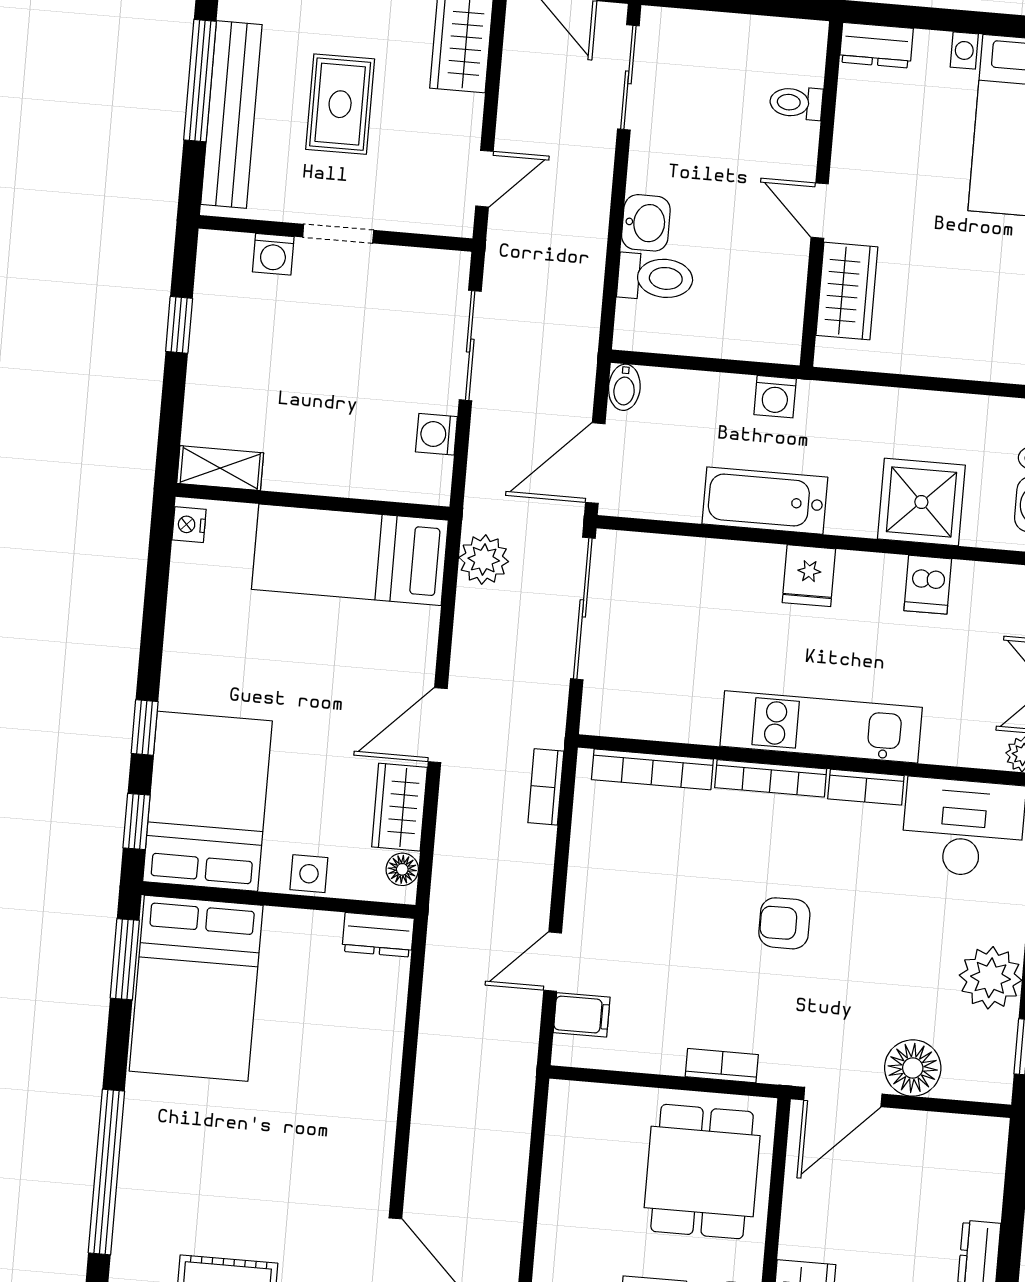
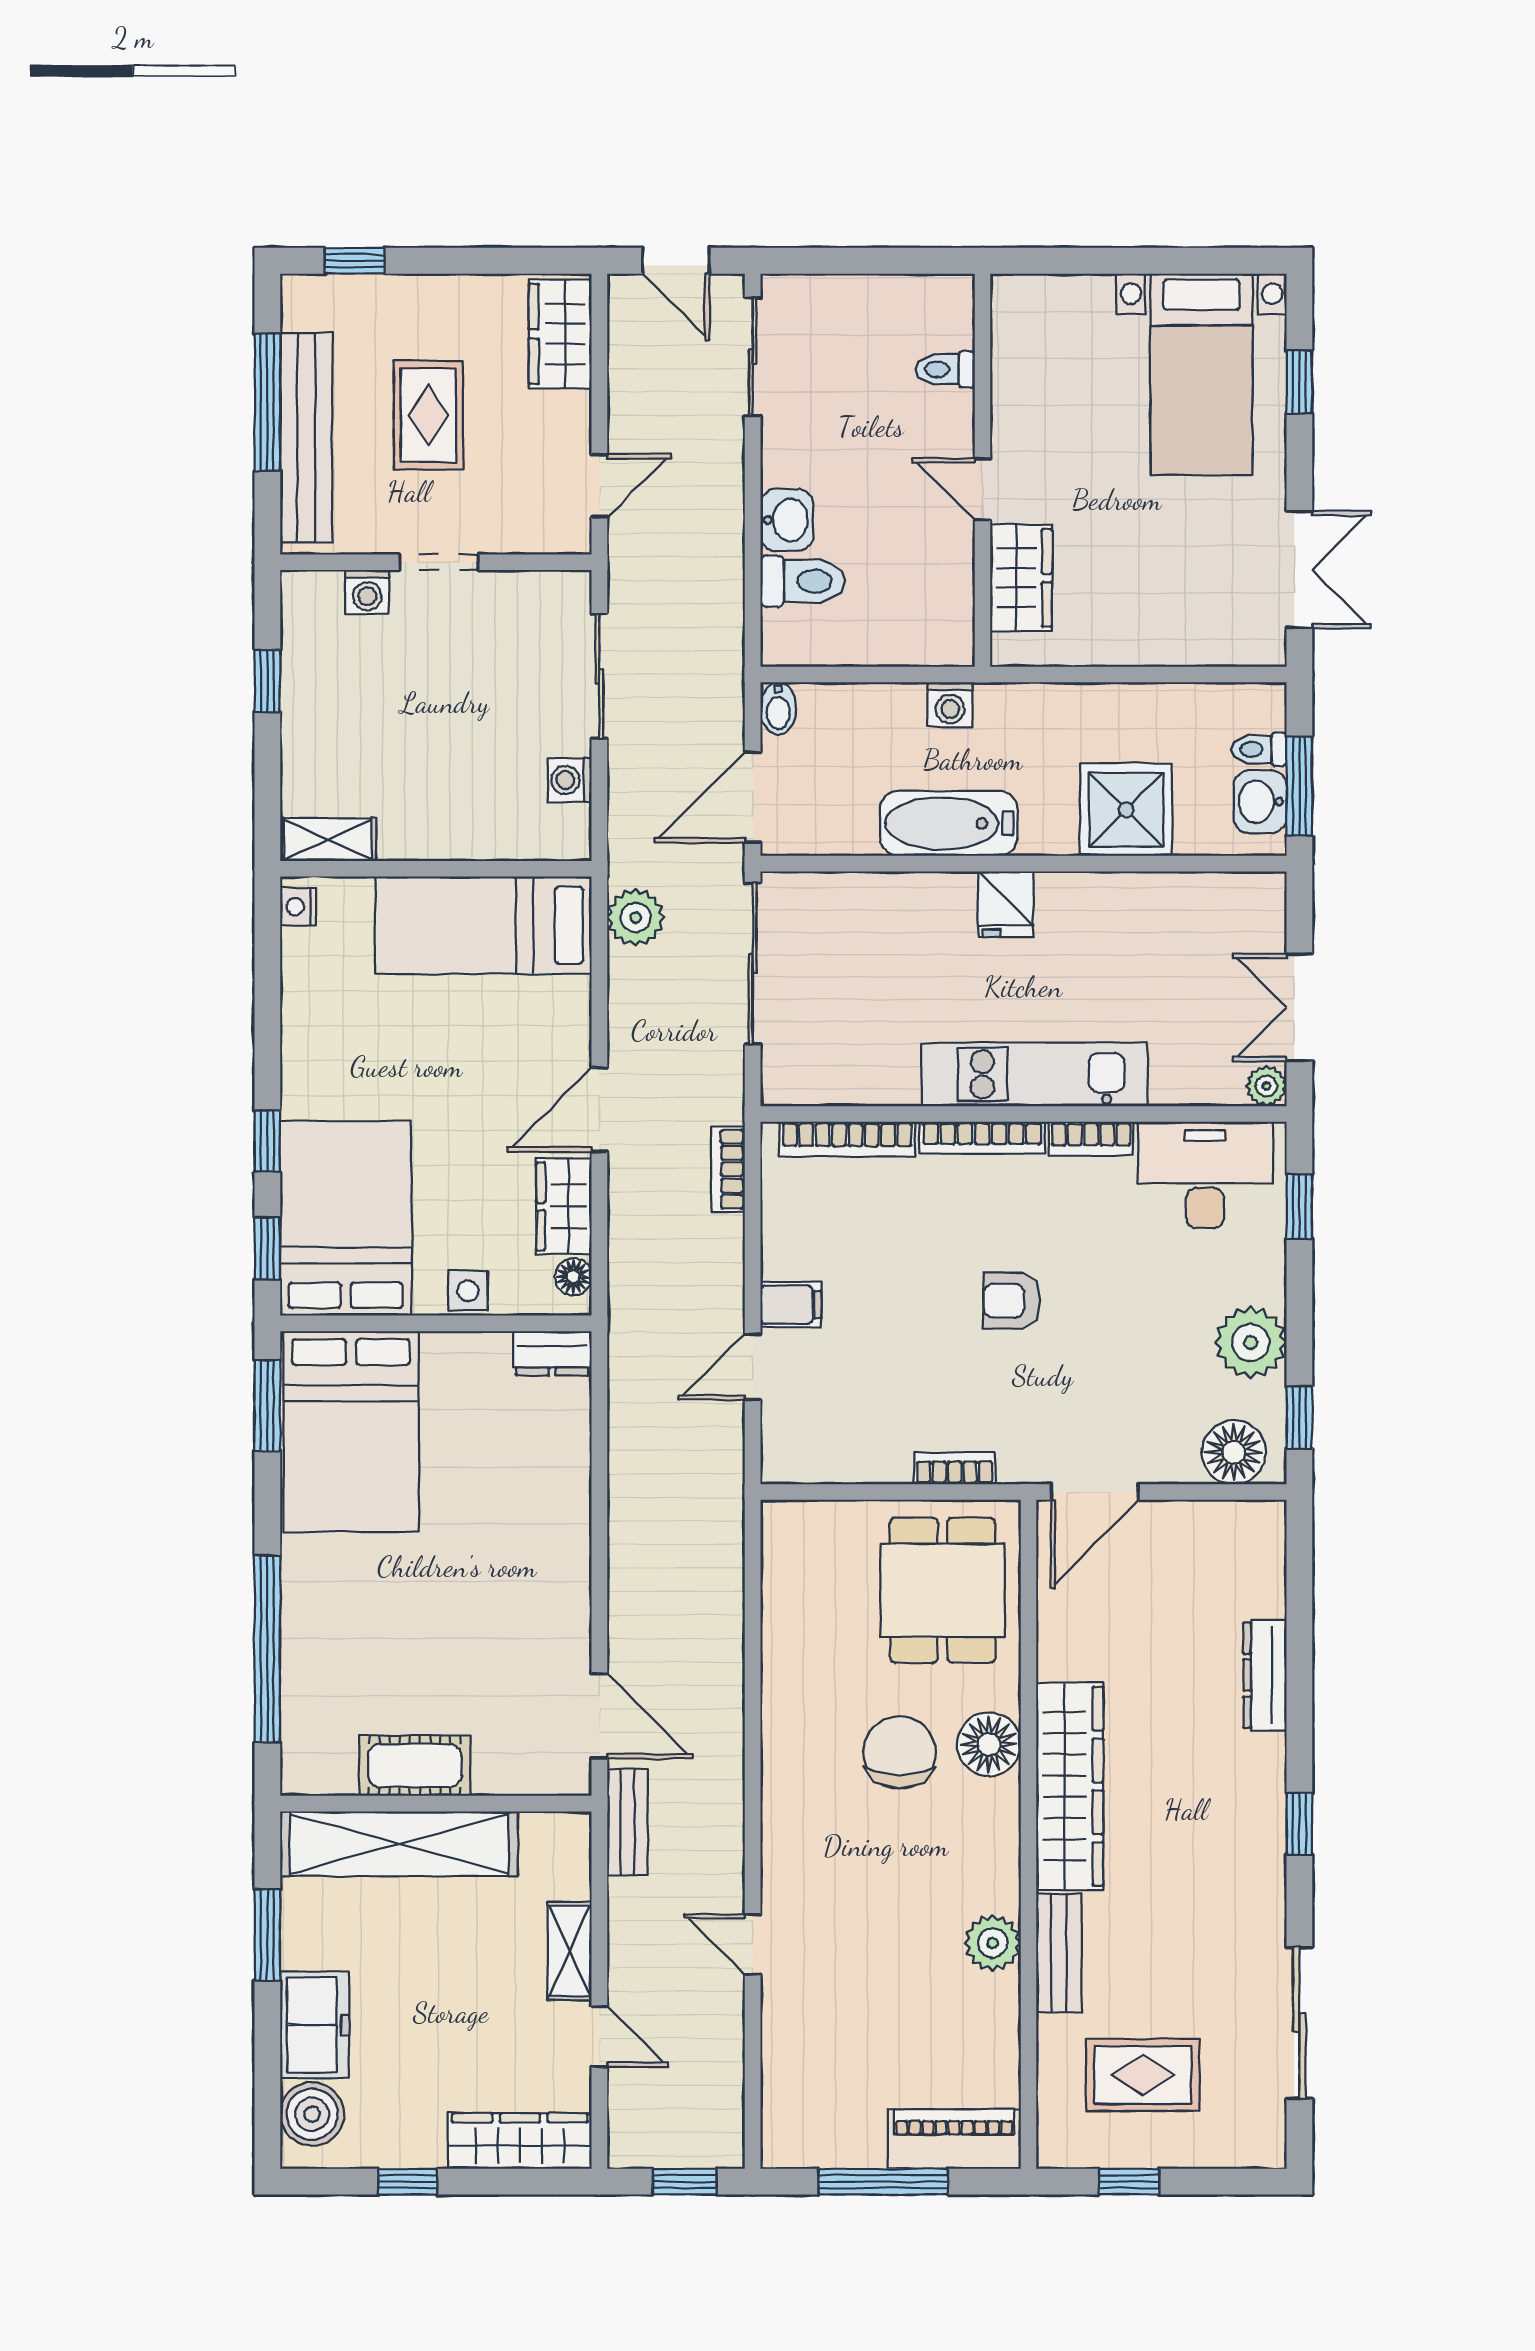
dresser: (876, 45) -> (1031, 296), removed
dishwasher: (928, 585) -> (1141, 903), removed
filing cabinet: (582, 1015) -> (791, 1305), moved
floor lamp: (913, 1068) -> (1234, 1452), moved

